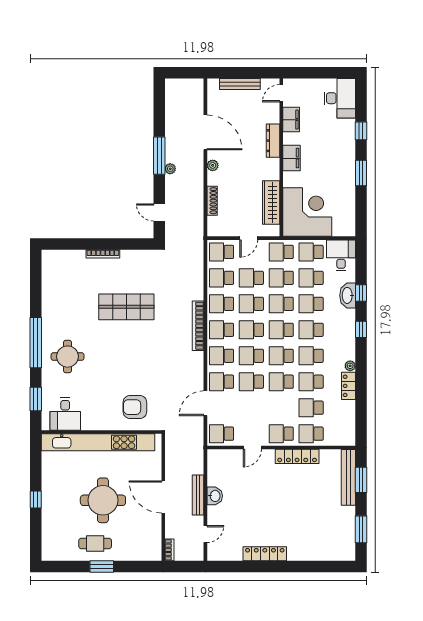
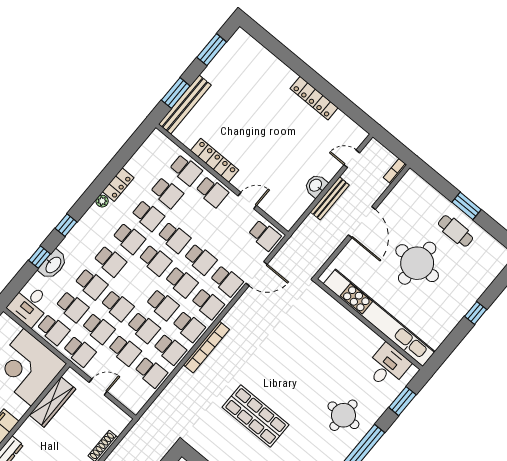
school desk: (221, 252) -> (132, 395), removed
school desk: (281, 330) -> (136, 283), removed
armchair: (135, 407) -> (321, 322), removed

